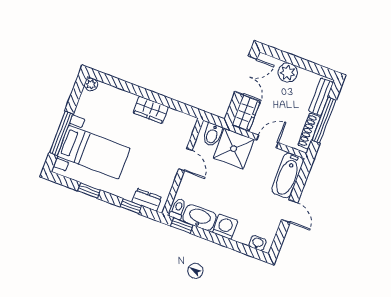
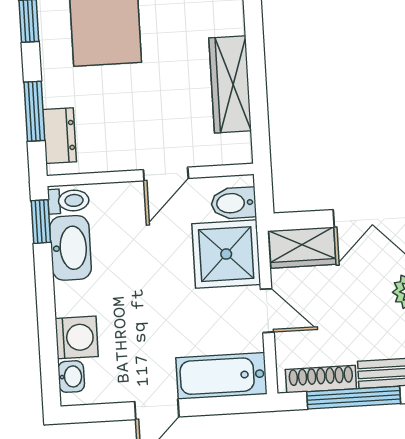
wardrobe: (151, 110) -> (230, 84), width x1.50
window: (131, 206) -> (34, 111), width x1.50
washing machine: (225, 227) -> (77, 337), moved

